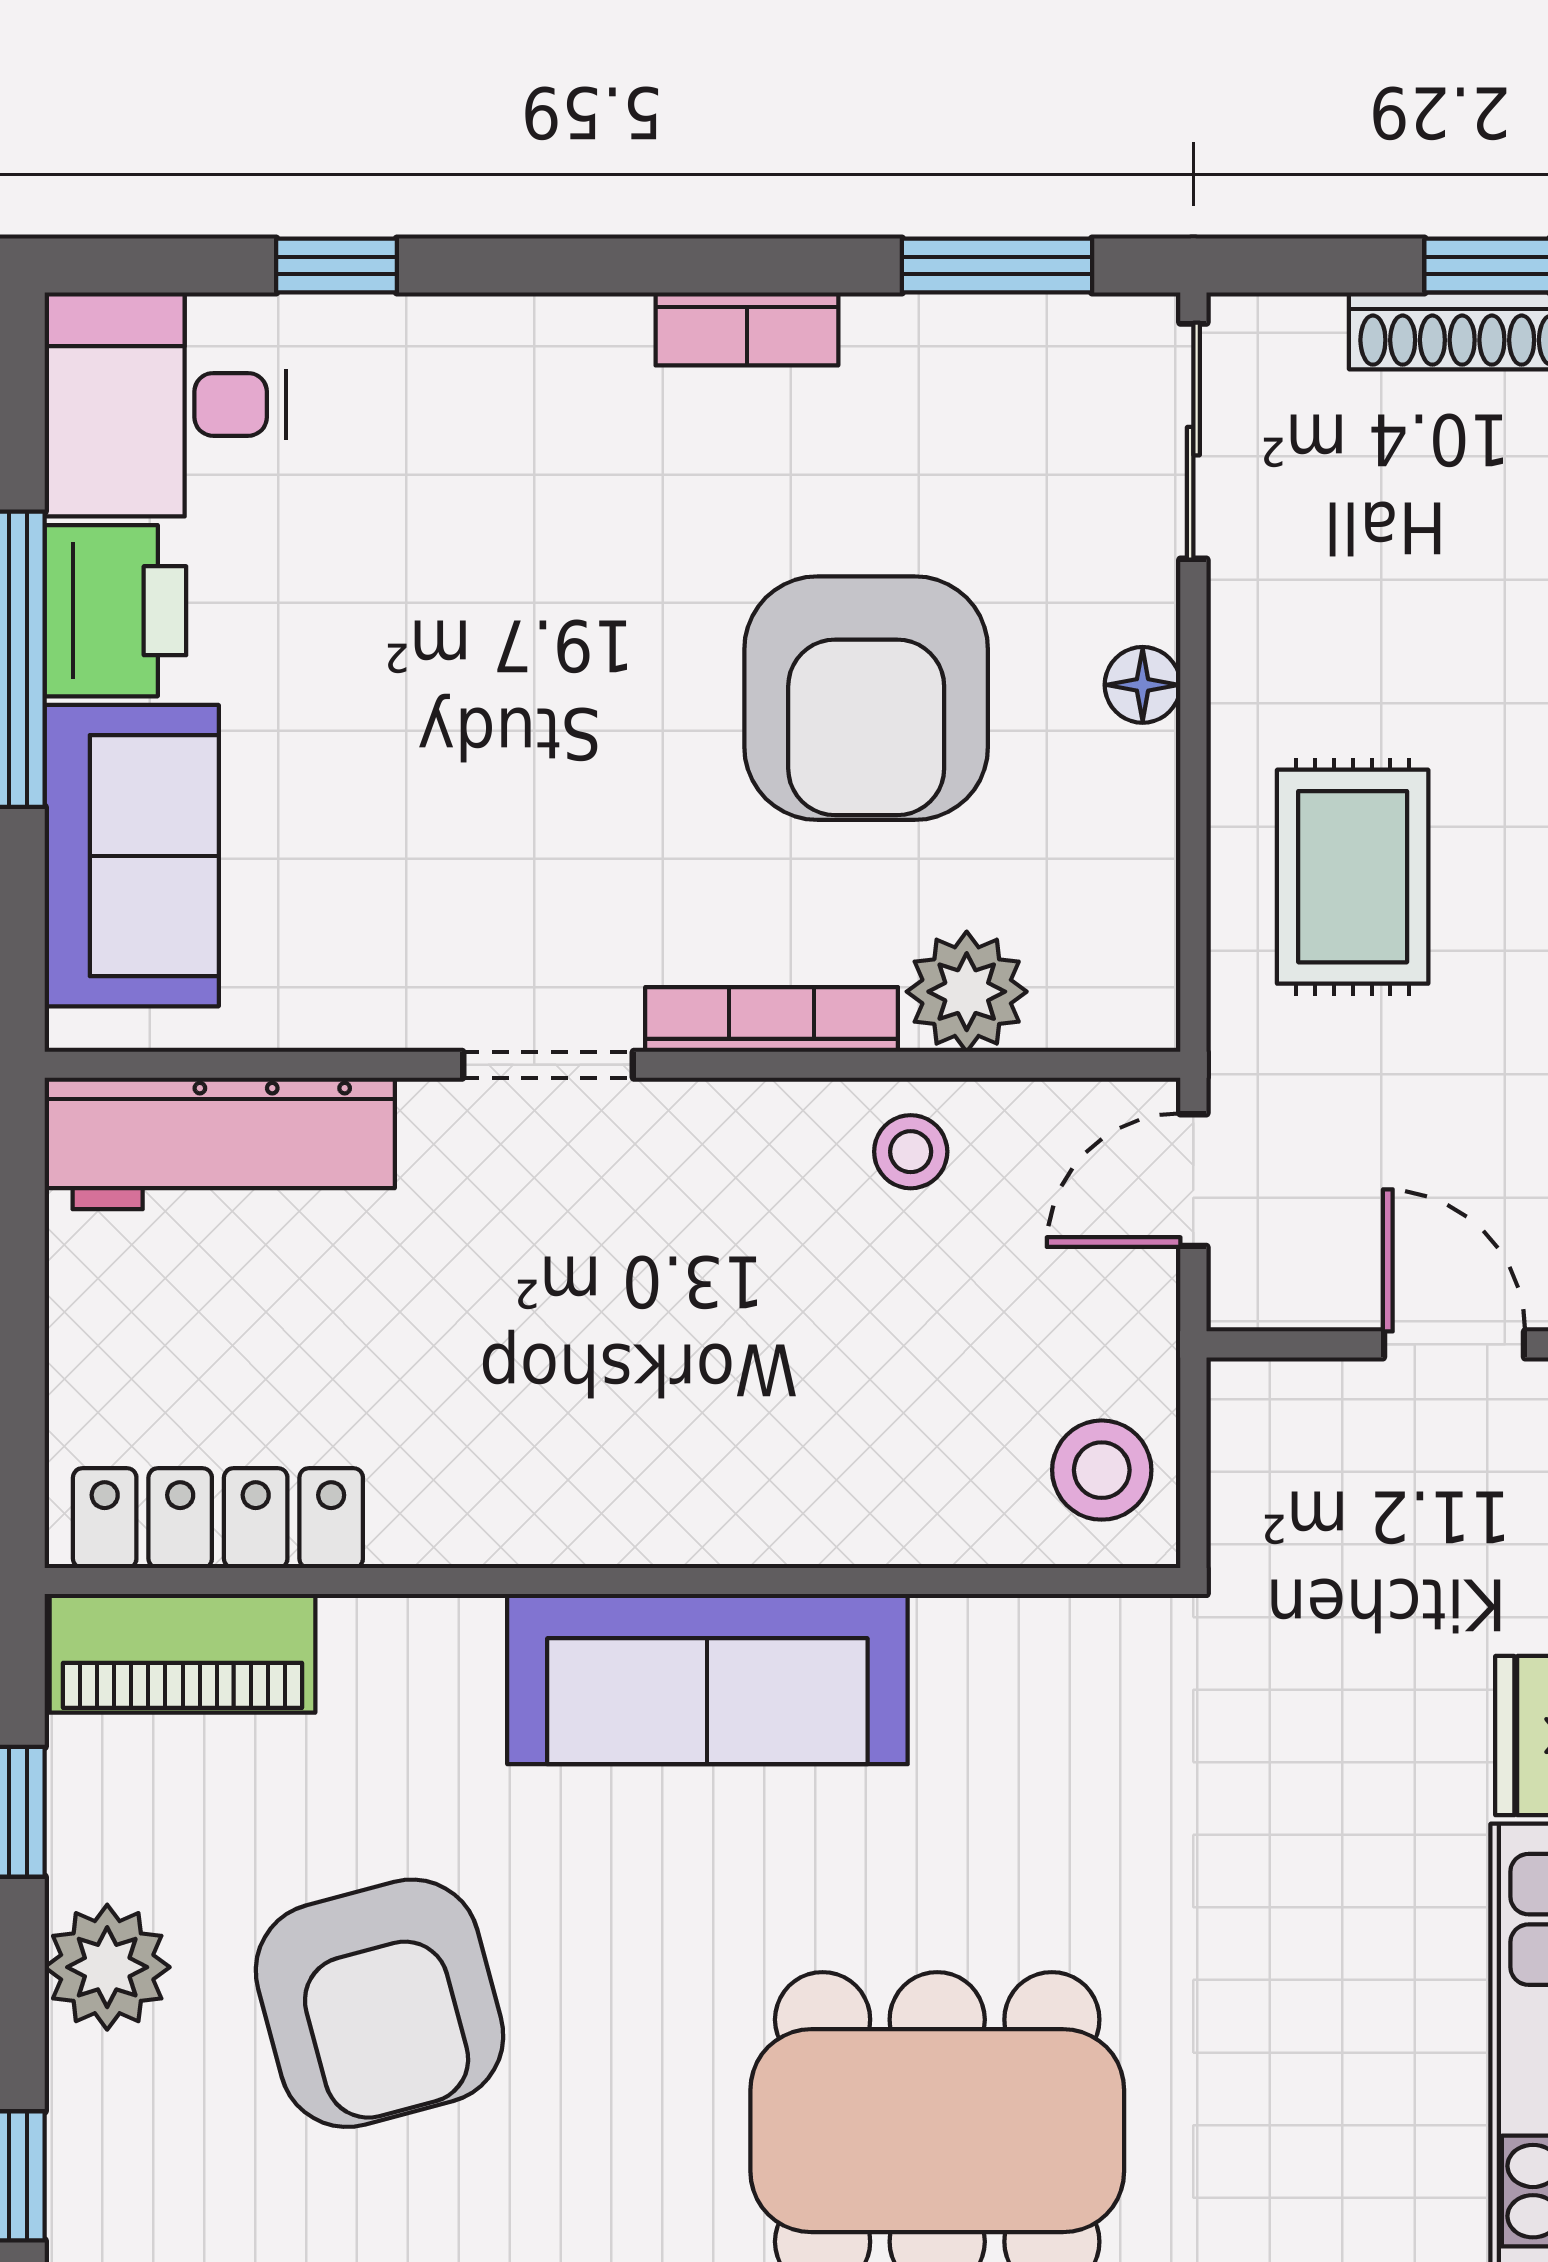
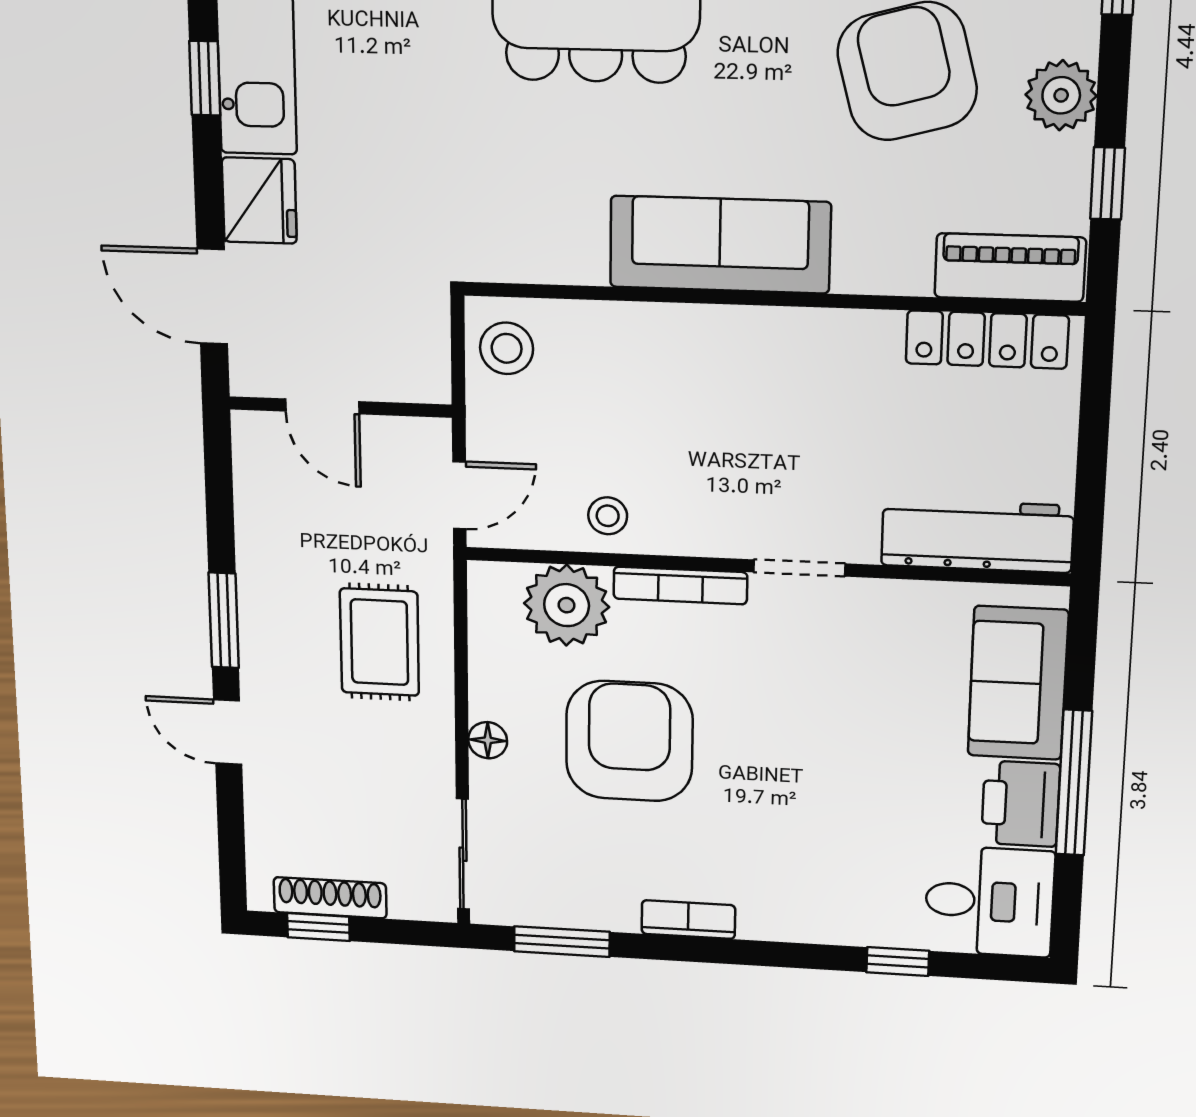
plant: (967, 992) -> (567, 605), width x1.36, depth x1.36

